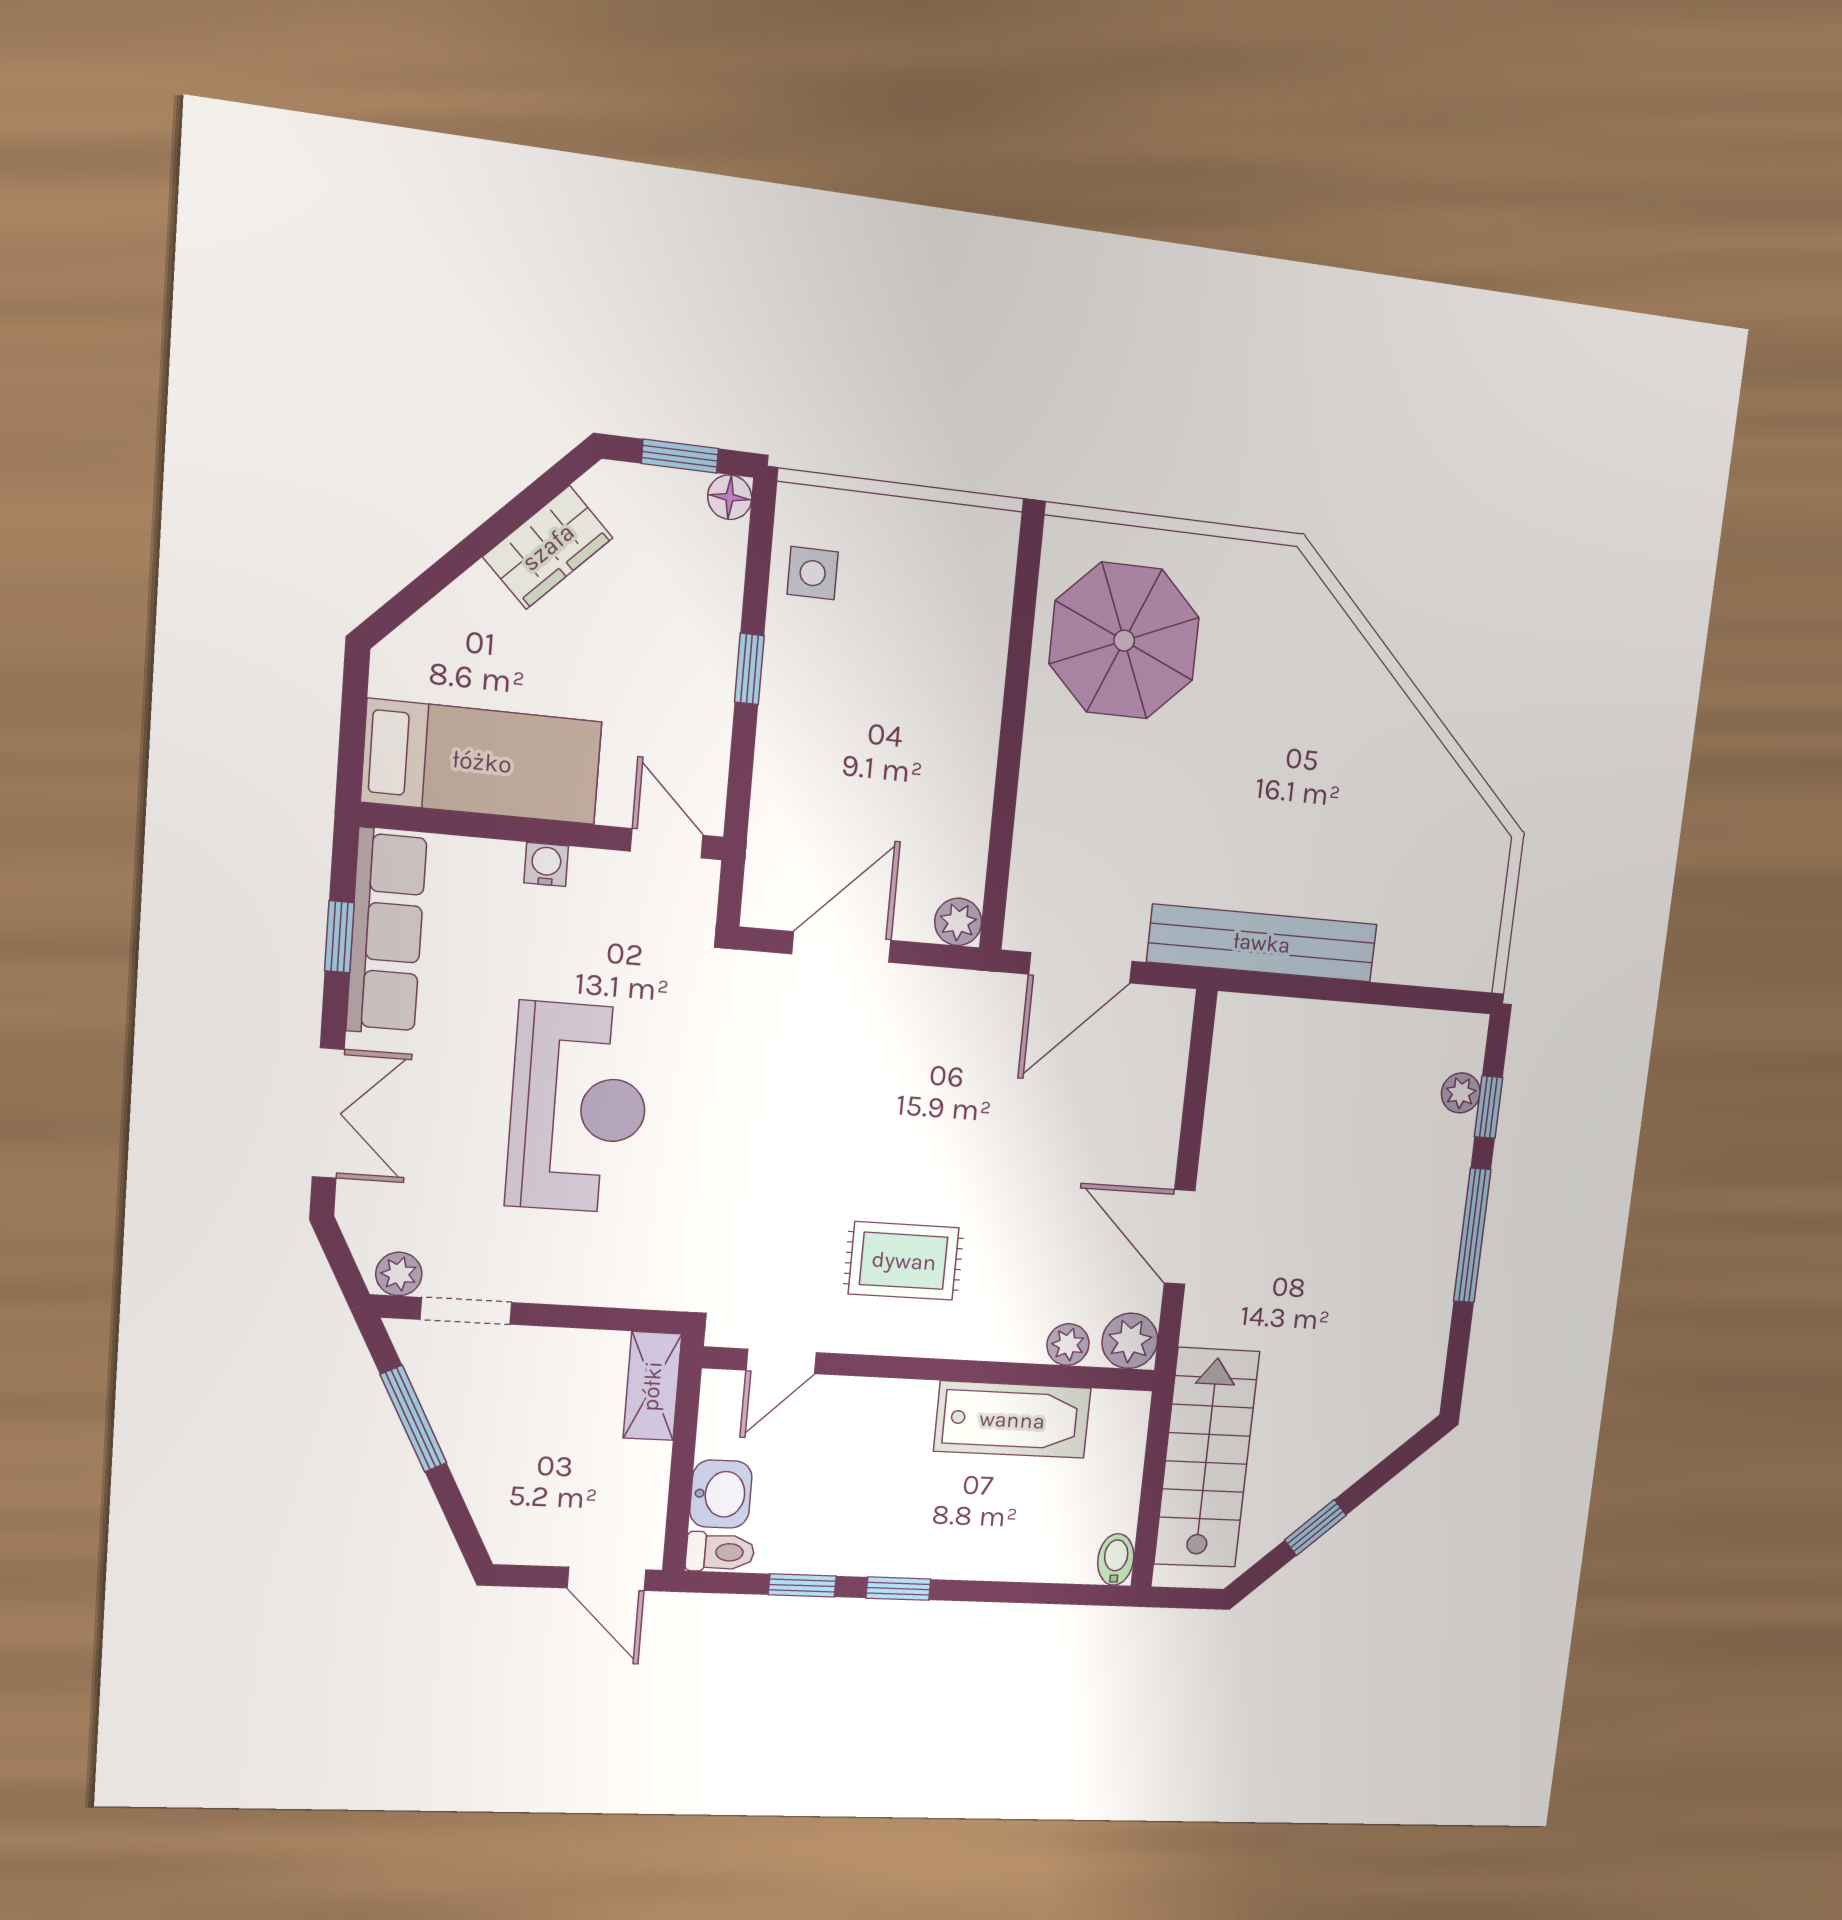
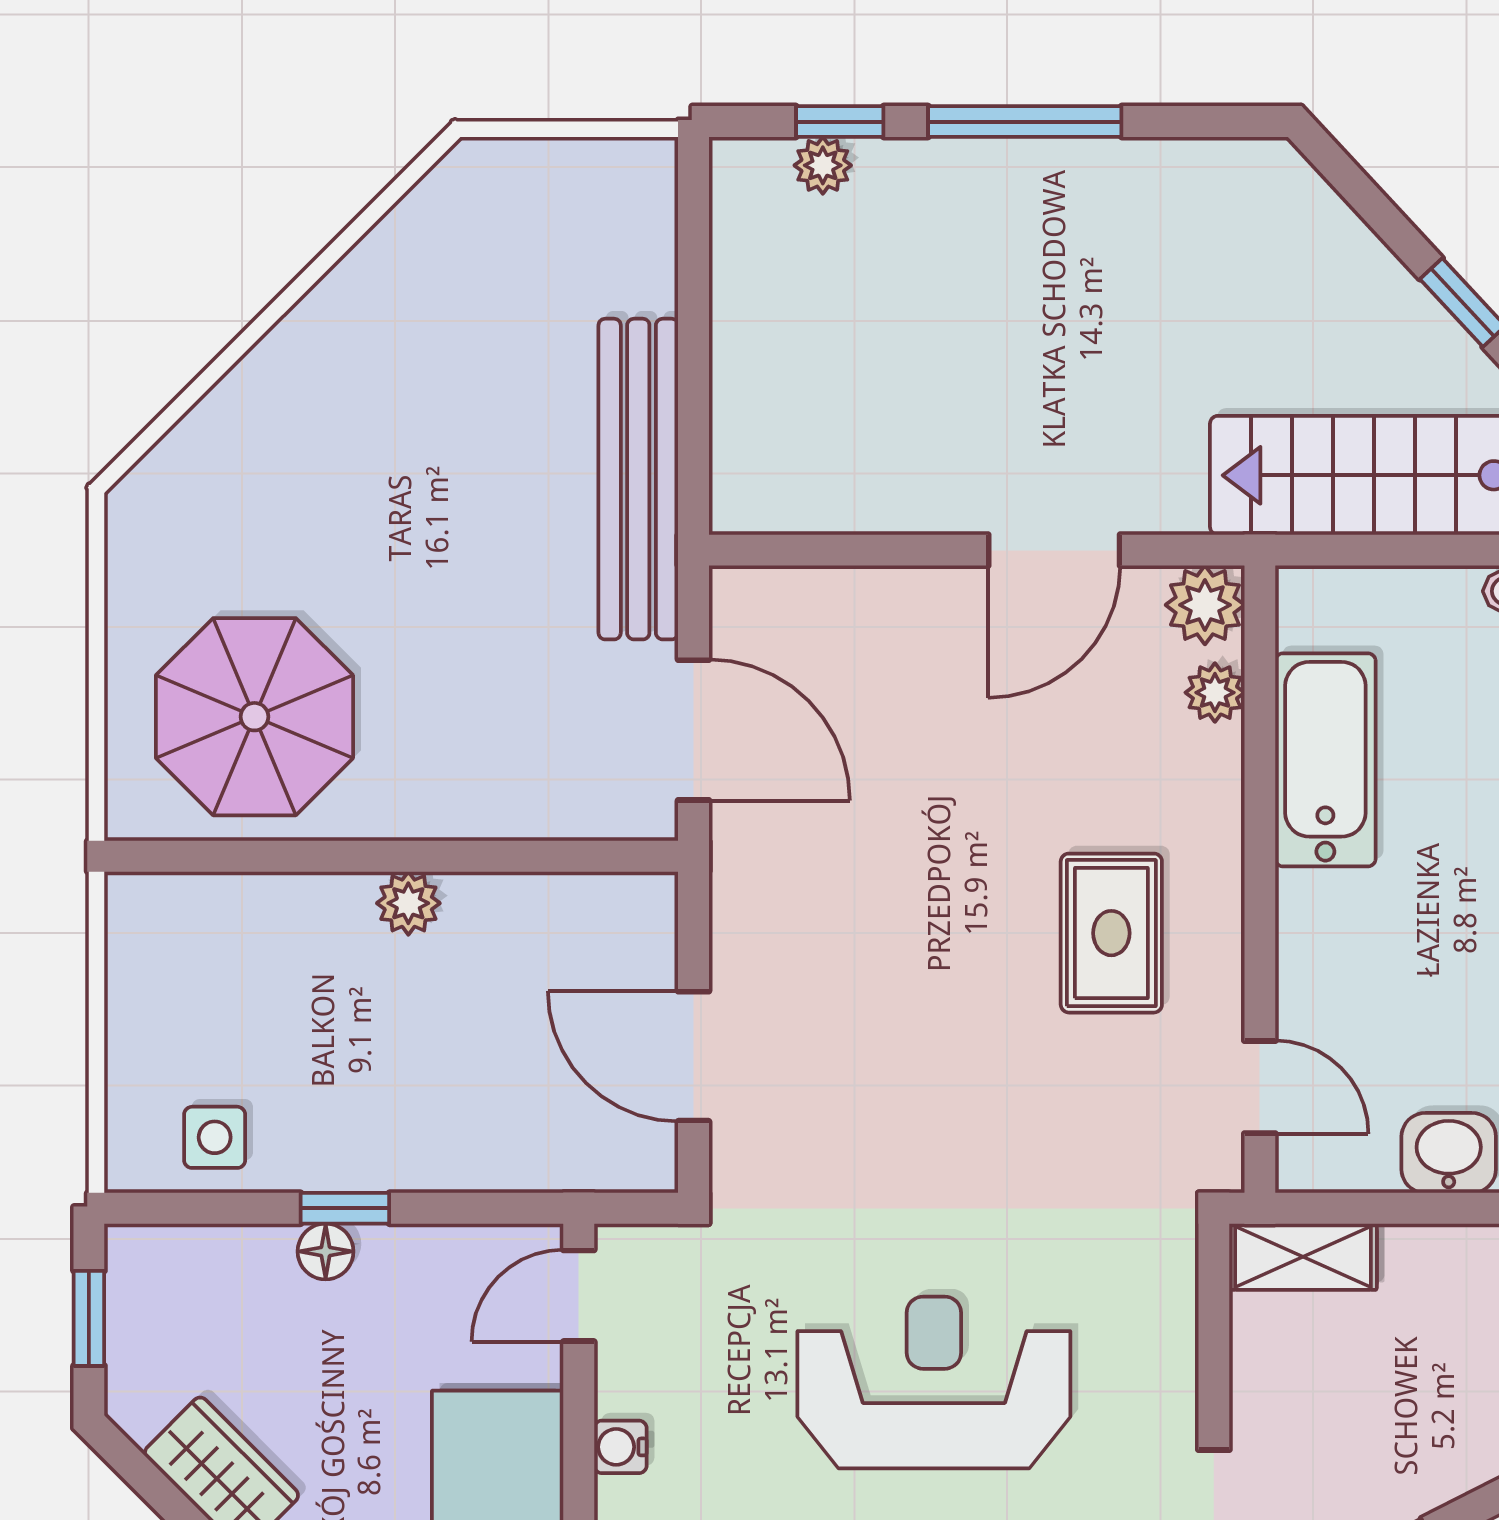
floor lamp: (730, 497) -> (326, 1251), moved
plant: (958, 922) -> (408, 903), moved

